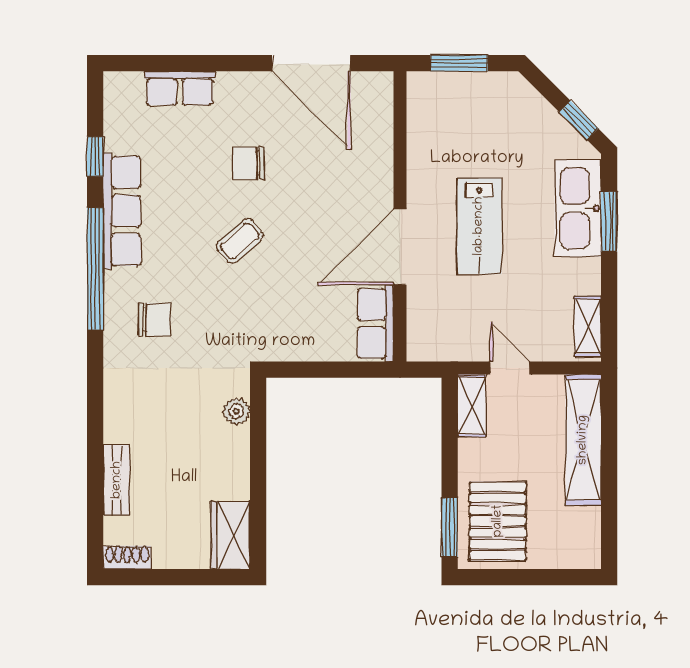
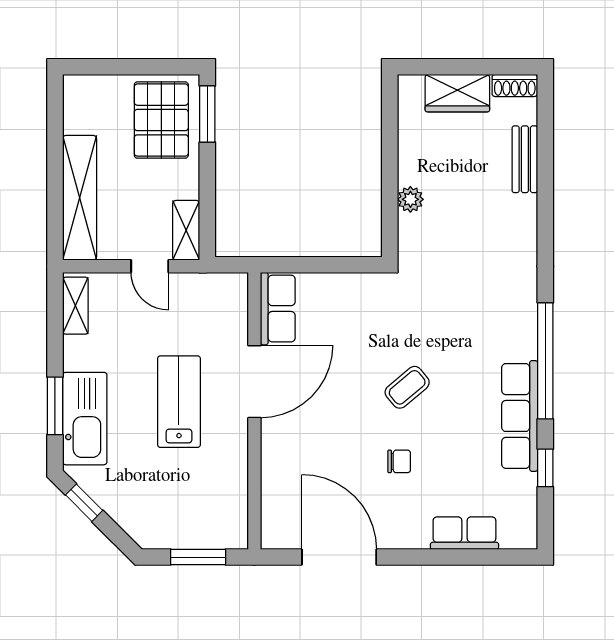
chair: (248, 163) -> (399, 461), width x0.73, depth x0.73
chair: (155, 319) -> (489, 313), removed
plant: (236, 411) -> (410, 199), moved
wardrobe: (230, 535) -> (457, 93), moved, turned 90

